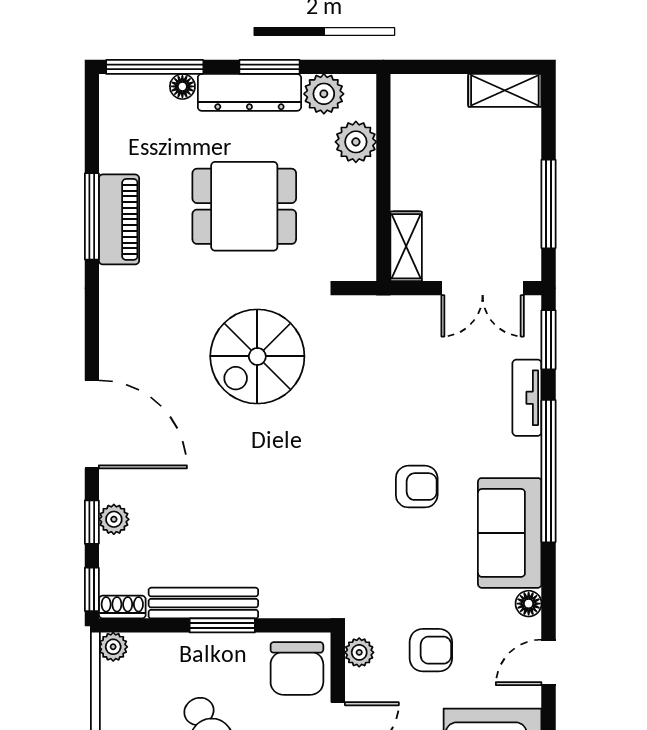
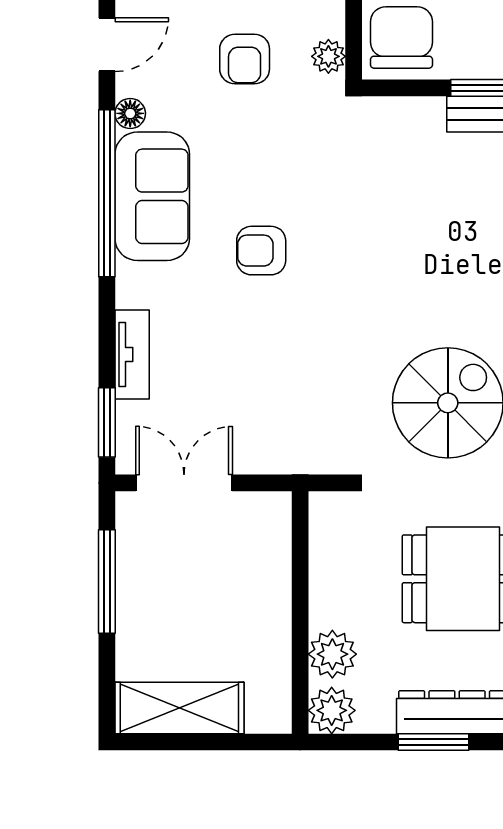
shelving: (505, 90) -> (179, 708), width x1.50, depth x1.33
plant: (324, 94) -> (332, 710), moved
shelving: (406, 246) -> (274, 532), removed
window: (549, 471) -> (107, 193), moved
armchair: (431, 650) -> (245, 59), turned -90

